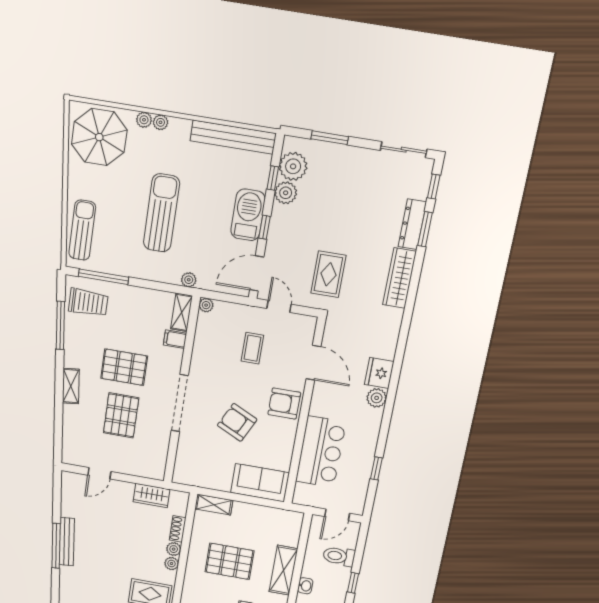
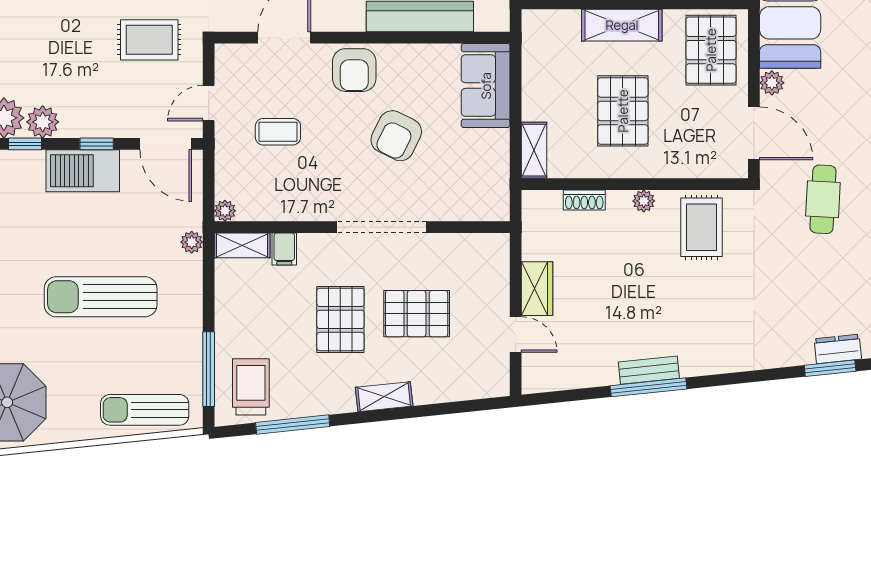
wardrobe: (152, 496) -> (537, 289), moved
bench: (67, 542) -> (649, 370), width x0.73
plant: (174, 549) -> (619, 201), removed

